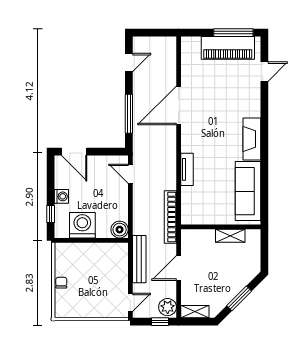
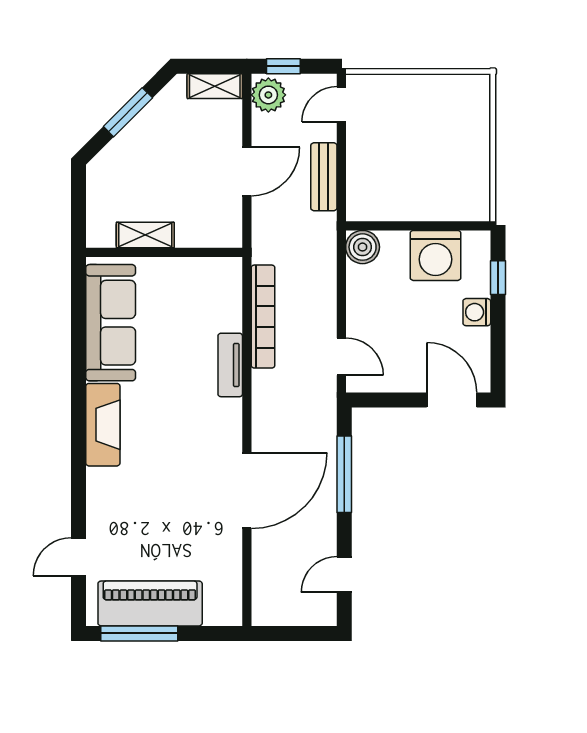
bookcase: (170, 217) -> (263, 317), moved
bench: (139, 259) -> (324, 177), width x0.73
chair: (61, 283) -> (477, 143), removed

